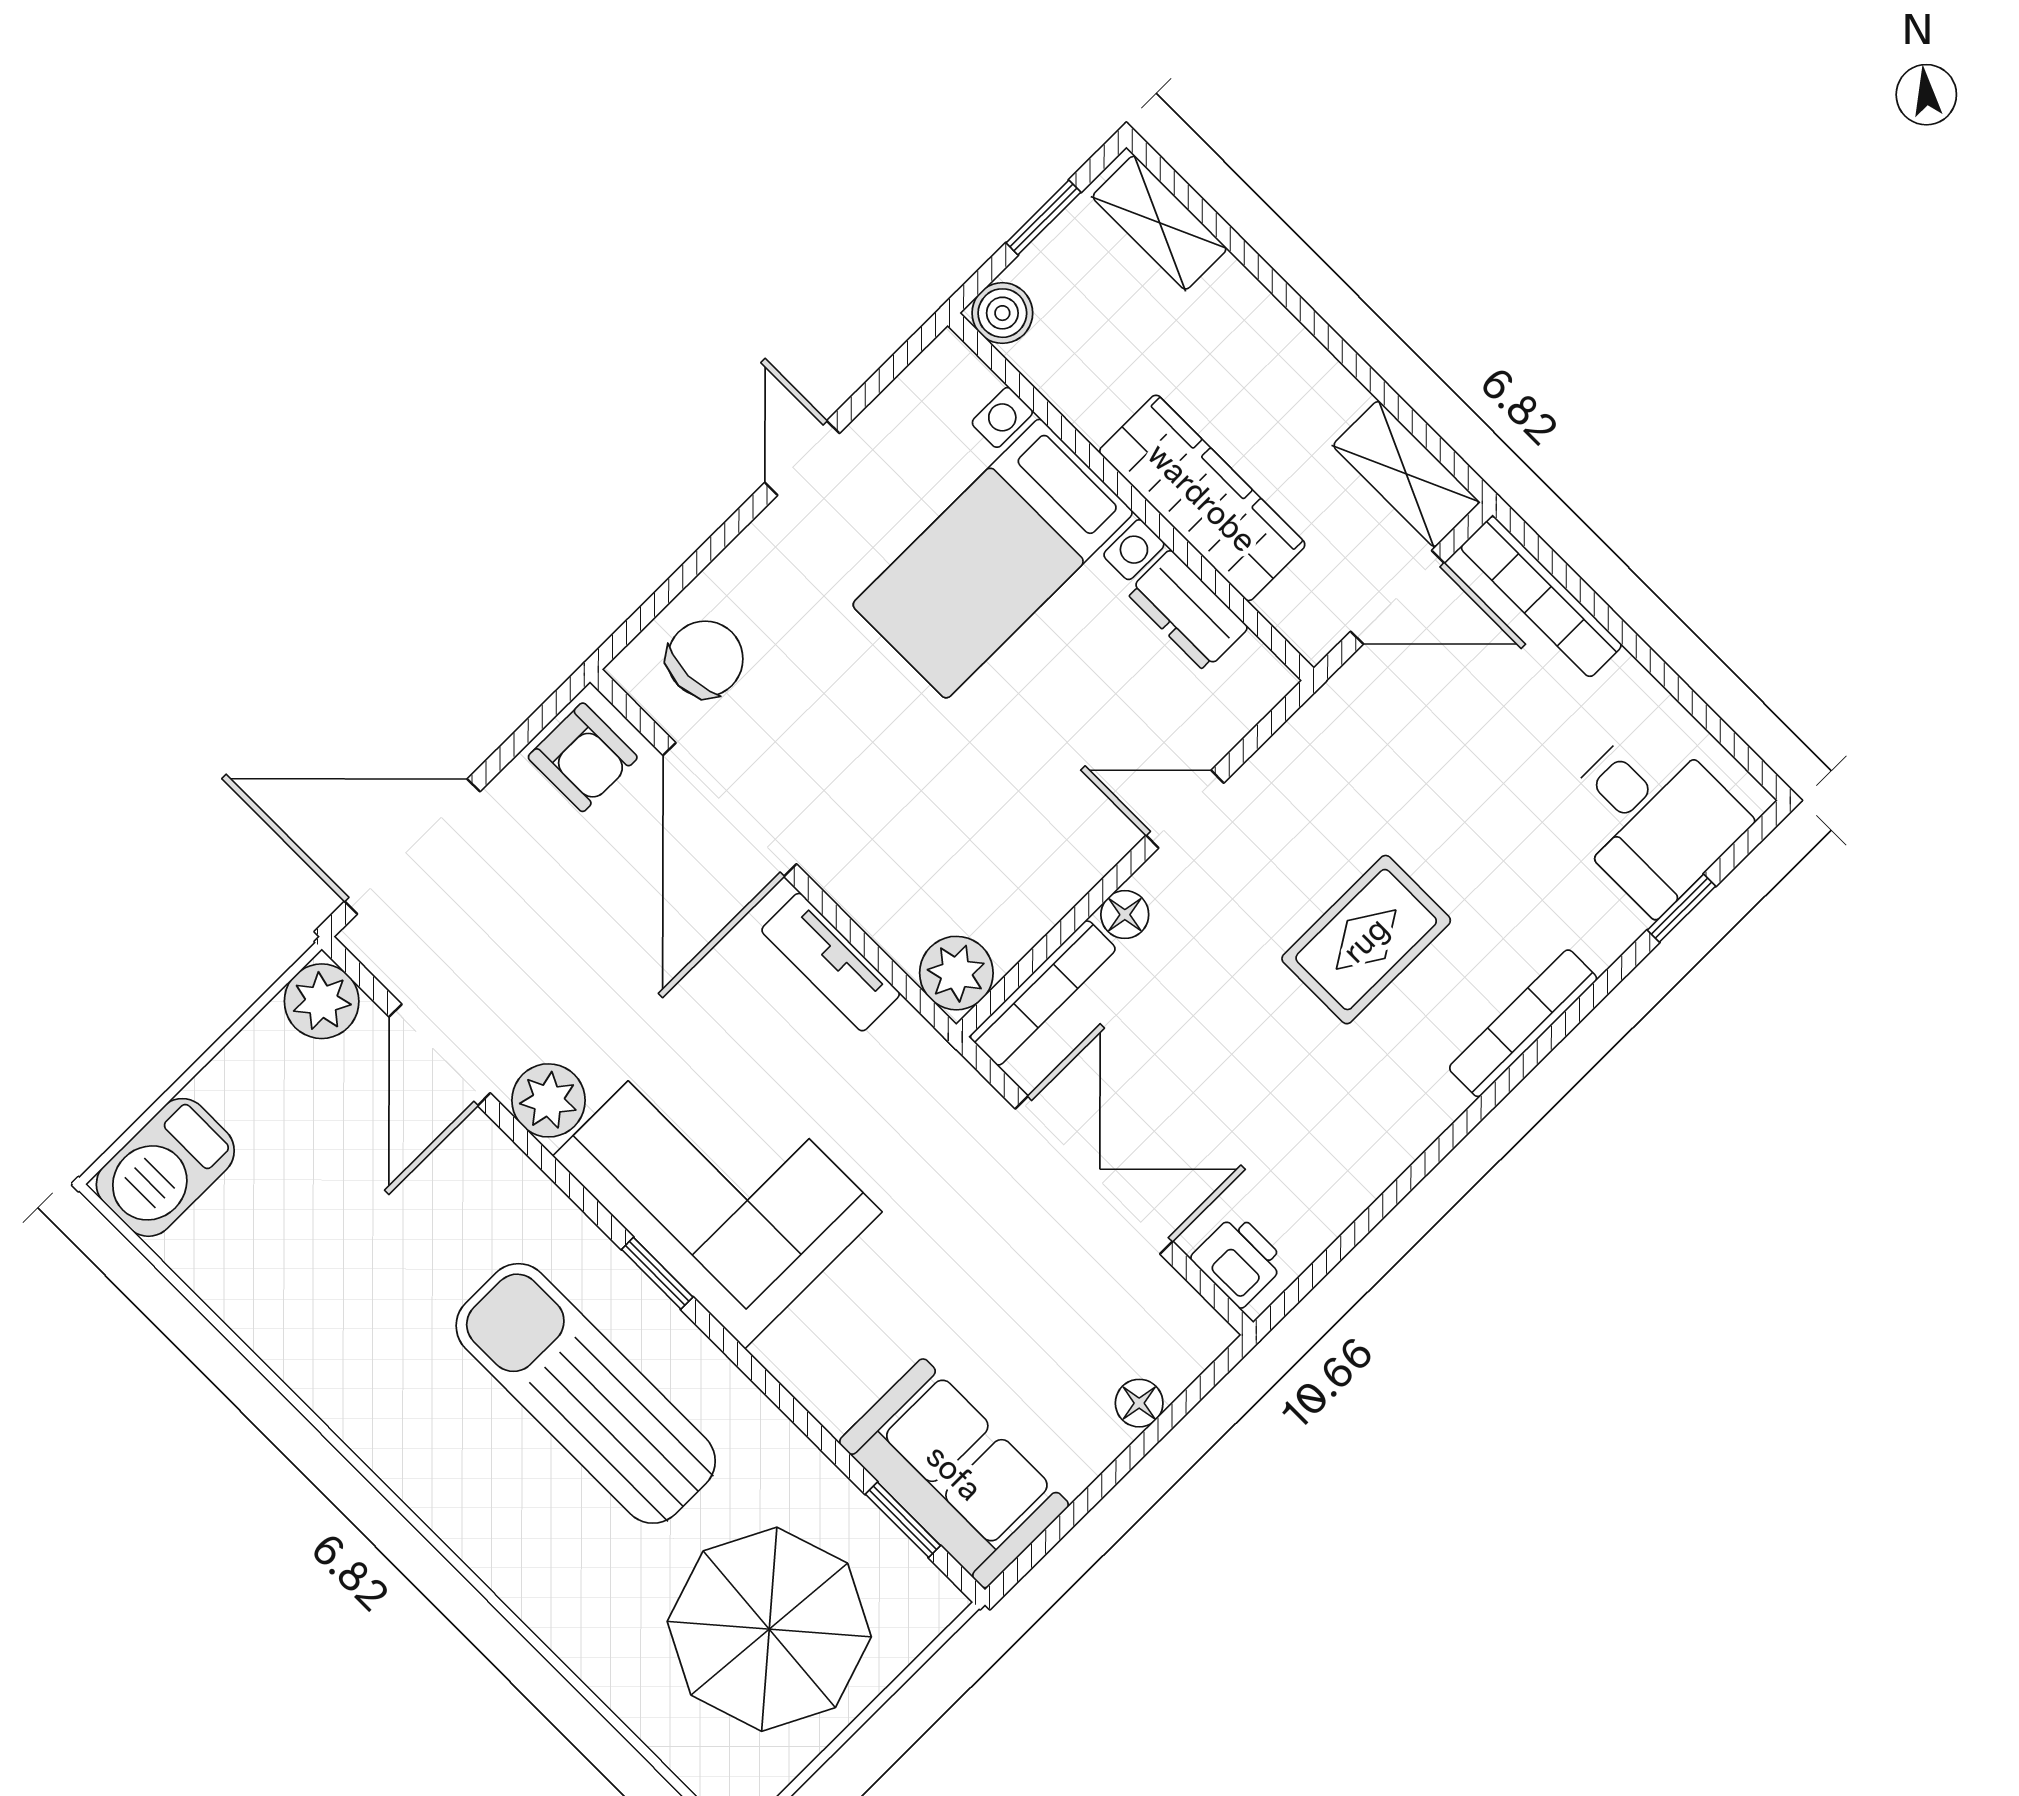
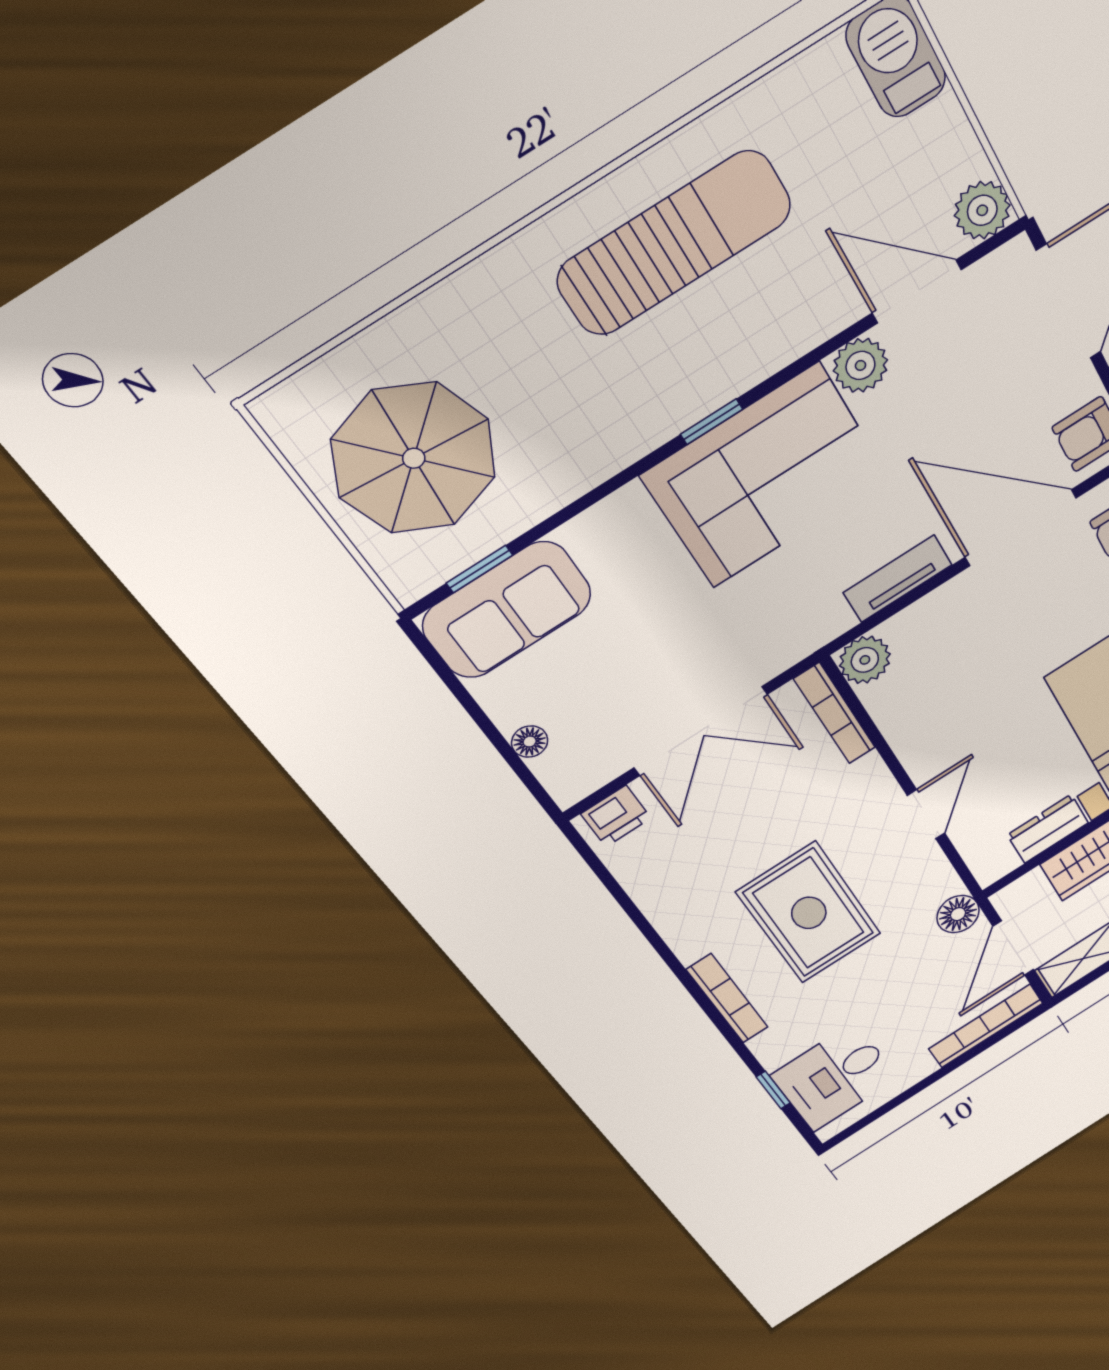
floor lamp: (1125, 915) -> (958, 914), moved, width x1.37, depth x1.37
rug: (1366, 940) -> (809, 913), width x1.36, depth x1.43
sun lounger: (586, 1393) -> (674, 243), moved

